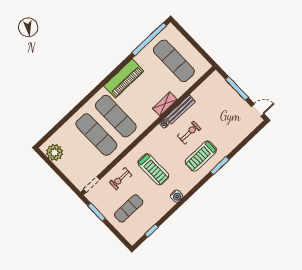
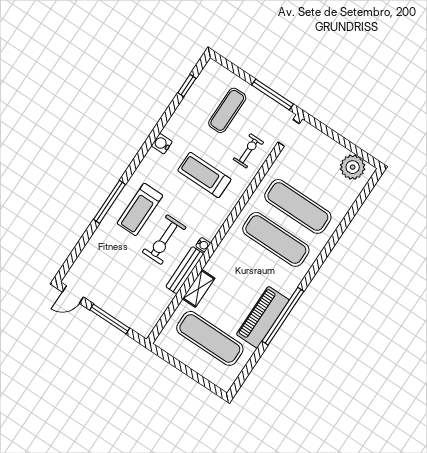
window: (149, 39) -> (283, 316), moved
piano: (124, 78) -> (263, 317), moved
shelving: (165, 104) -> (199, 289), moved
exercise bike: (189, 133) -> (164, 240), width x1.38, depth x1.39
treadmill: (201, 156) -> (140, 209), turned 180
window: (220, 166) -> (109, 202), width x1.44
window: (96, 212) -> (273, 95), width x1.44

